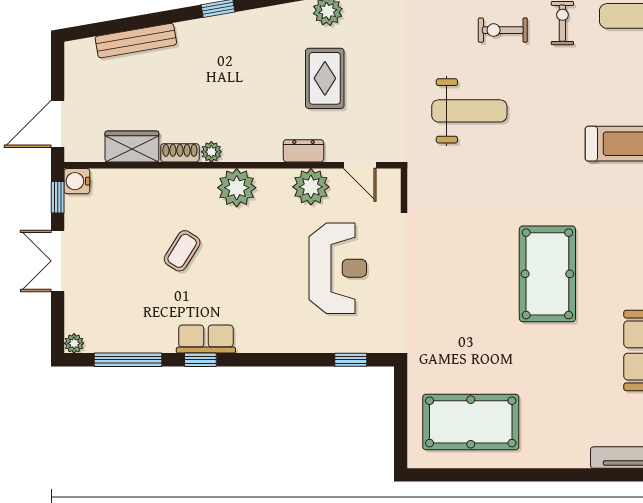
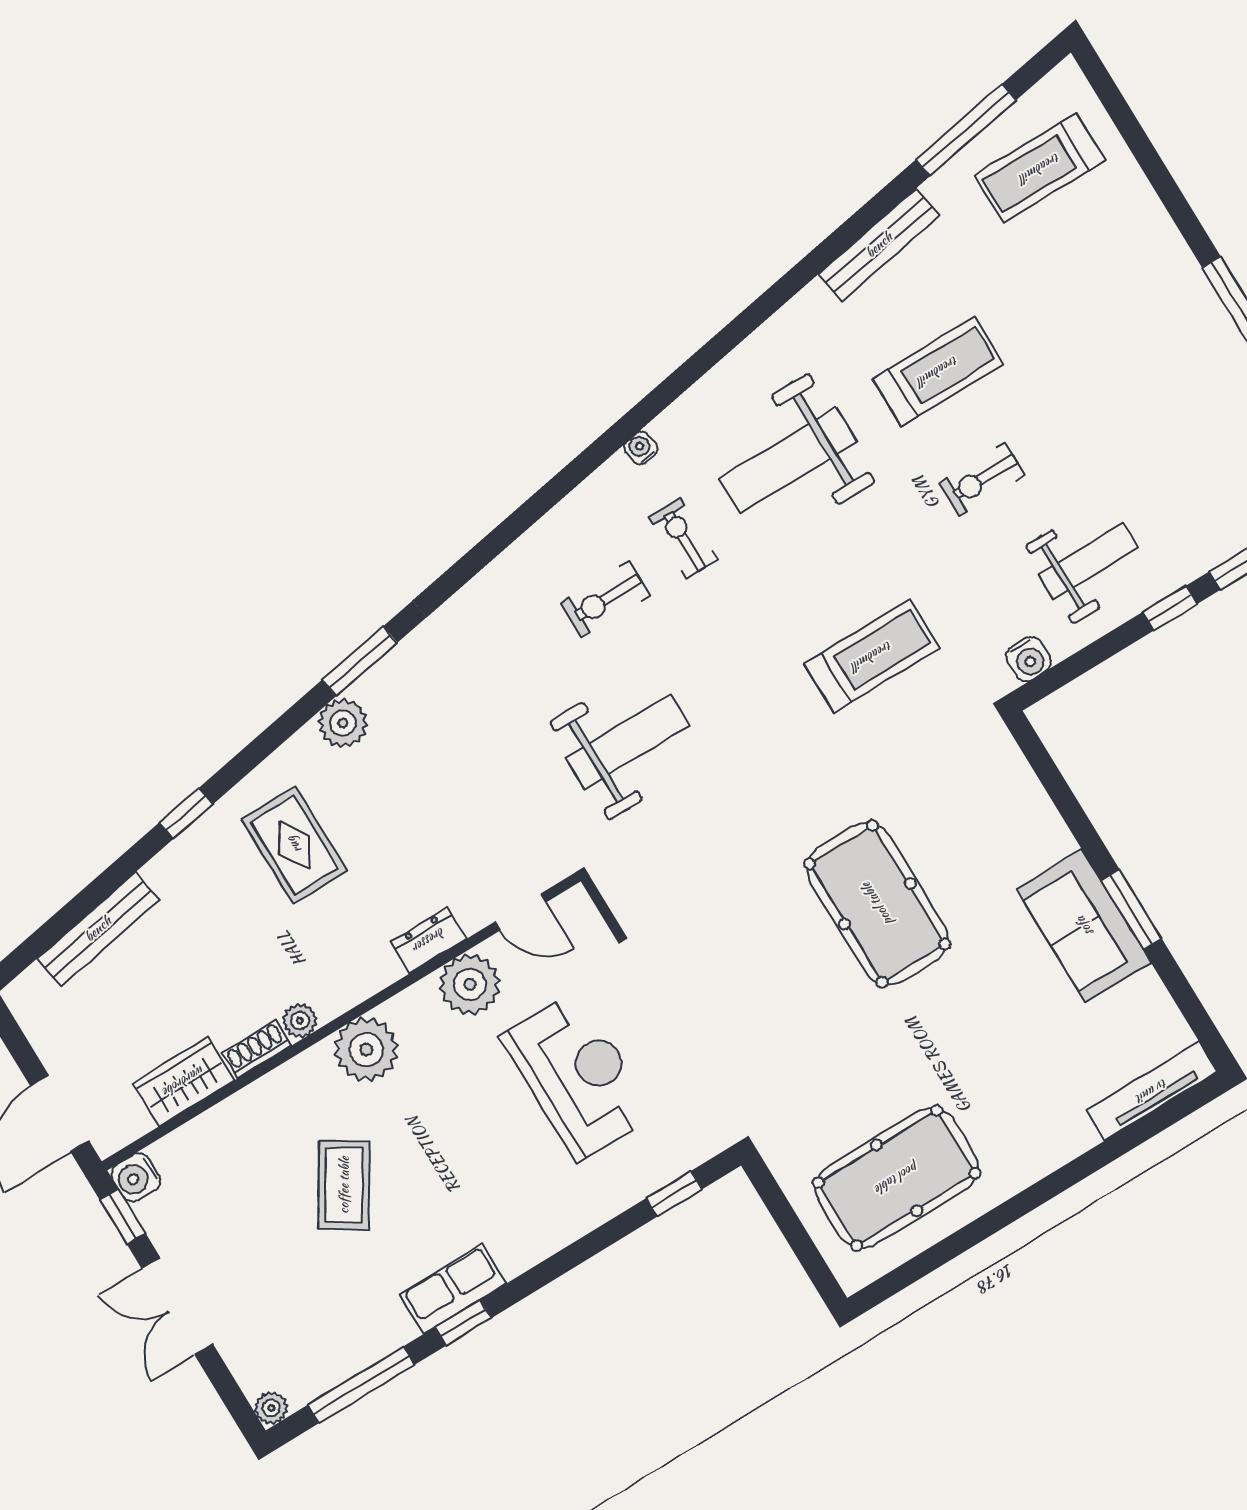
rug: (325, 78) -> (294, 845), moved
coffee table: (182, 251) -> (344, 1185), width x1.36, depth x1.30

